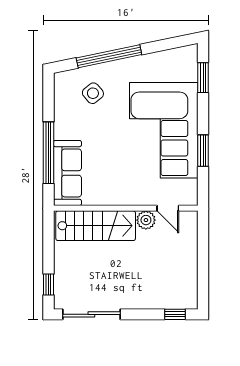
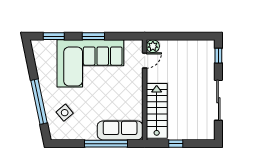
window: (203, 151) -> (93, 36), moved
plant: (146, 220) -> (153, 46), moved
window: (48, 285) -> (176, 144), moved
sliding door: (91, 314) -> (218, 100), moved

